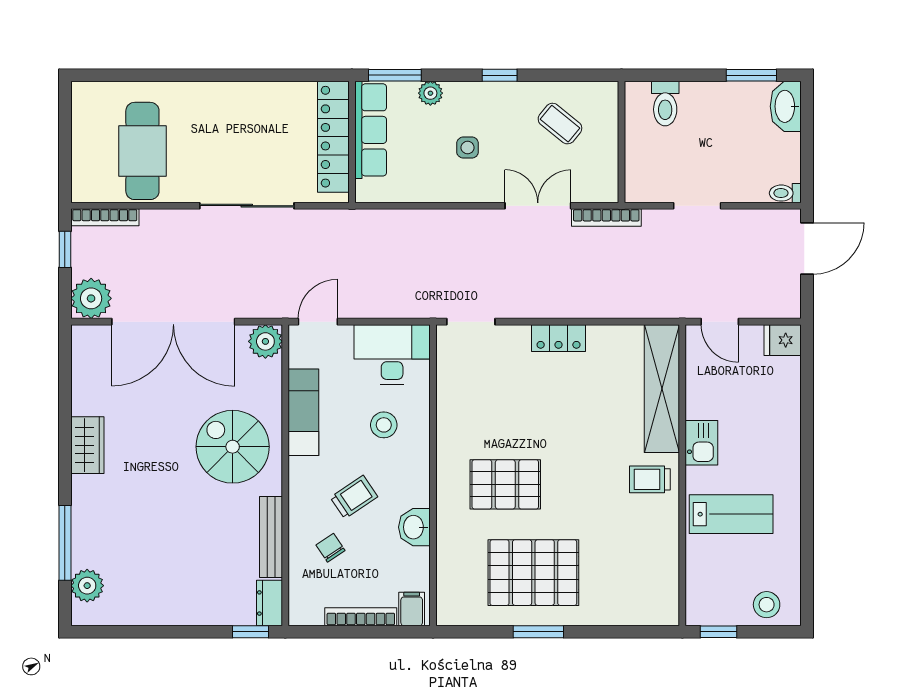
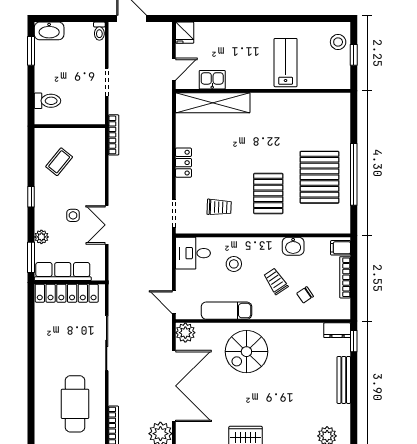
cafe table: (142, 151) -> (75, 404), turned 90
double door: (538, 206) -> (107, 225), moved
desk: (392, 354) -> (193, 253), width x0.73
kitchen sink: (701, 443) -> (212, 80), moved
trolley: (650, 479) -> (219, 207), moved, turned -88
bench: (271, 537) -> (344, 380), moved, turned 90
window: (538, 632) -> (354, 174), width x2.11
window: (719, 632) -> (354, 55), moved

